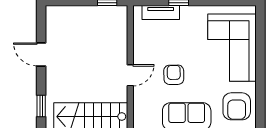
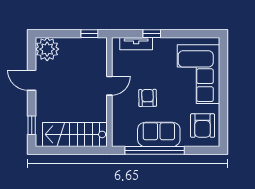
plant: (59, 19) -> (47, 49), added
door: (130, 75) -> (109, 86), moved

